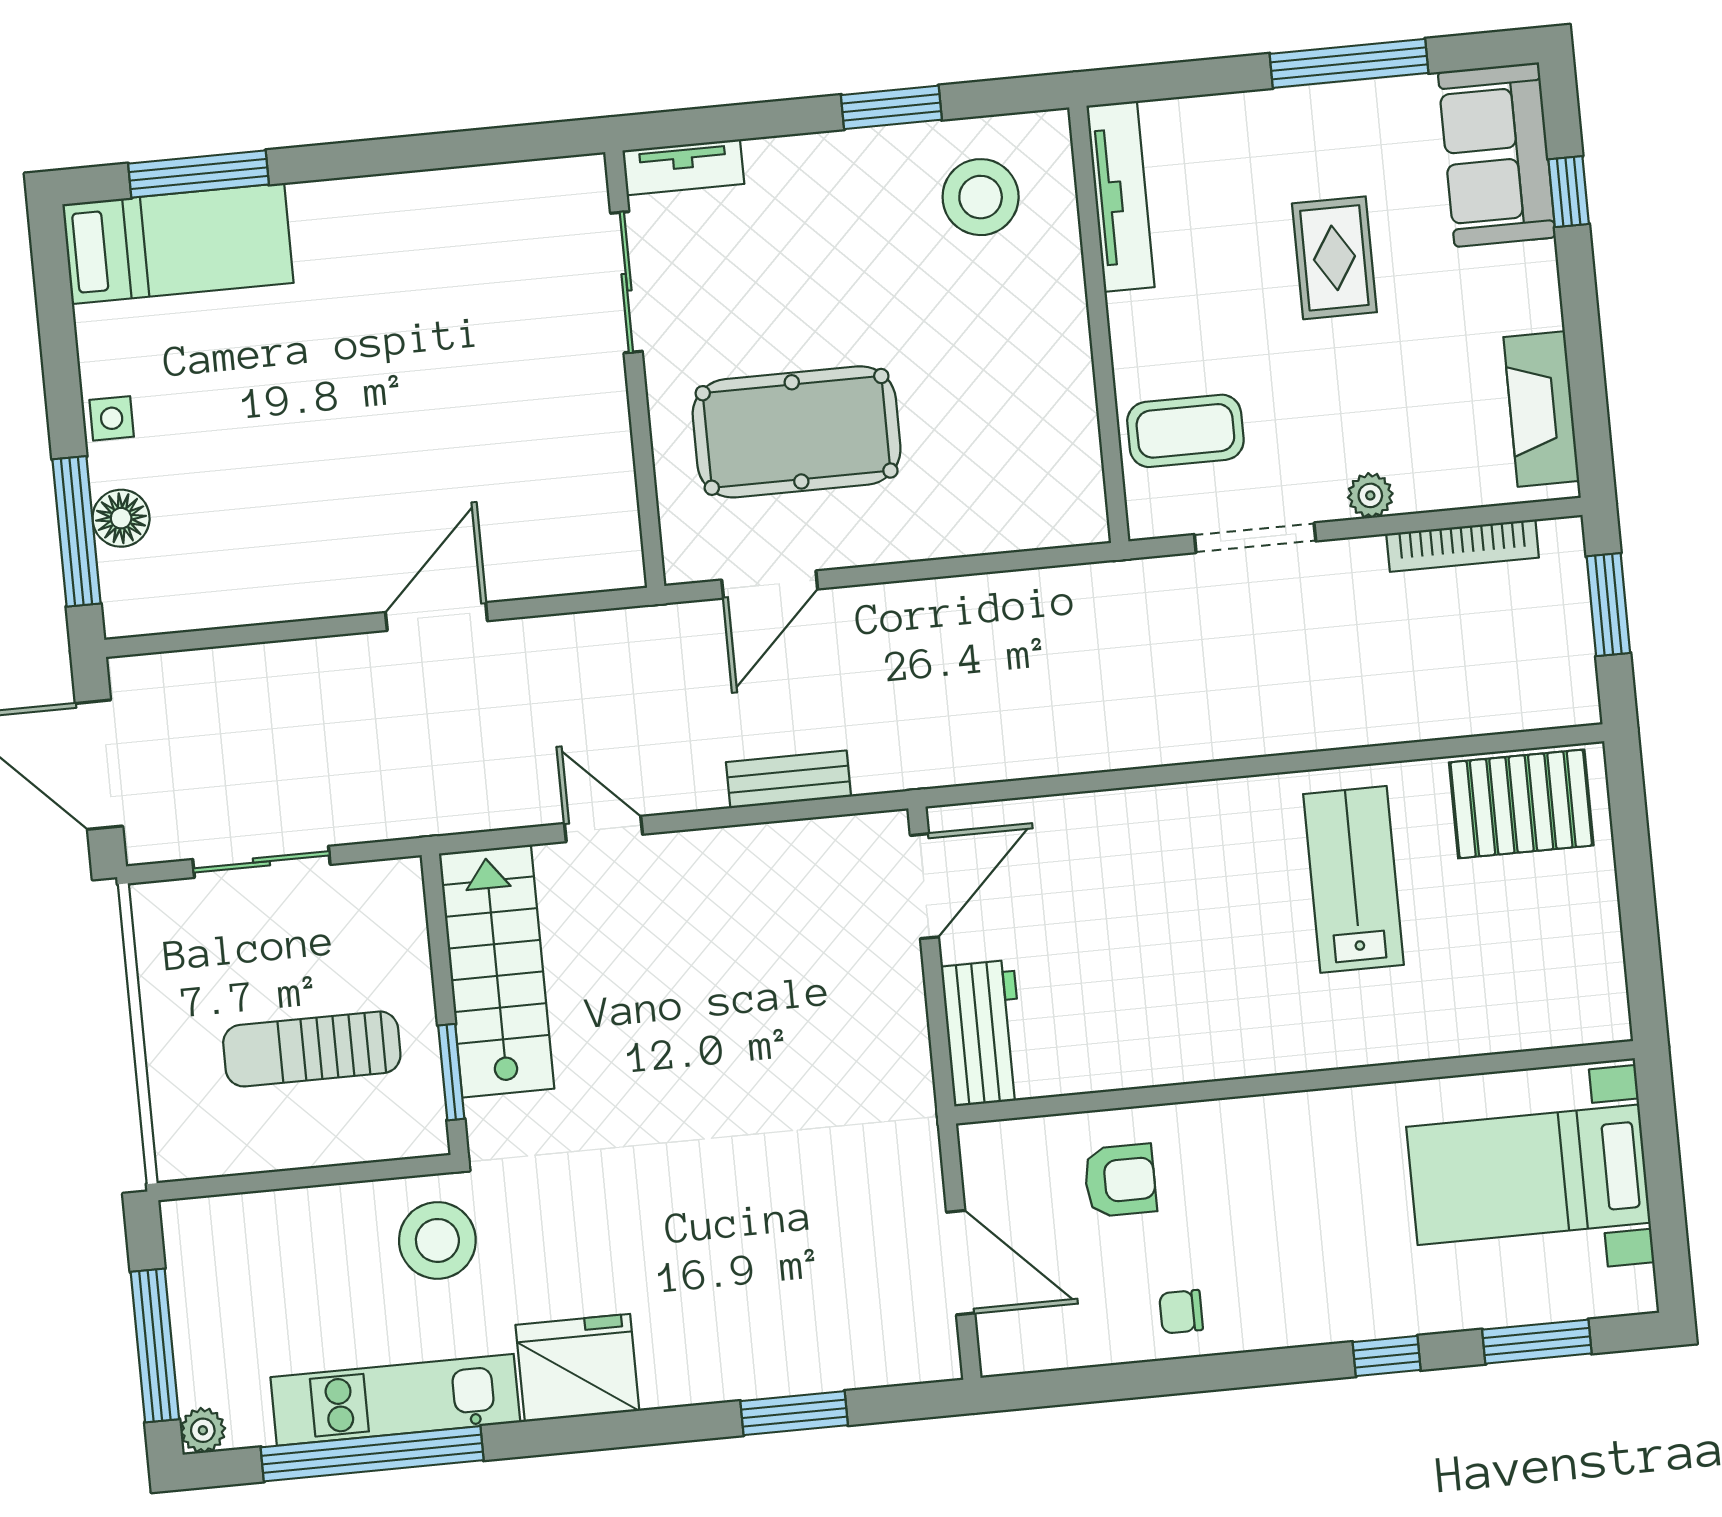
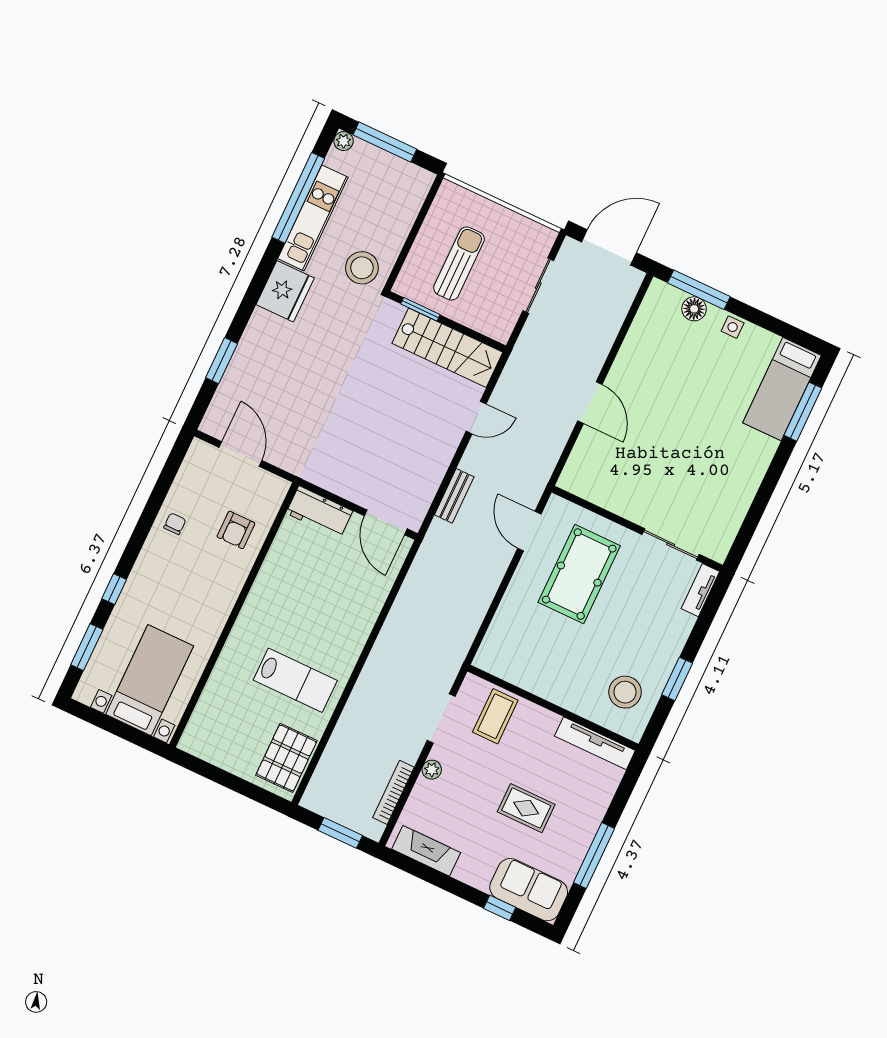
door: (961, 1263) -> (240, 454), swing flipped

